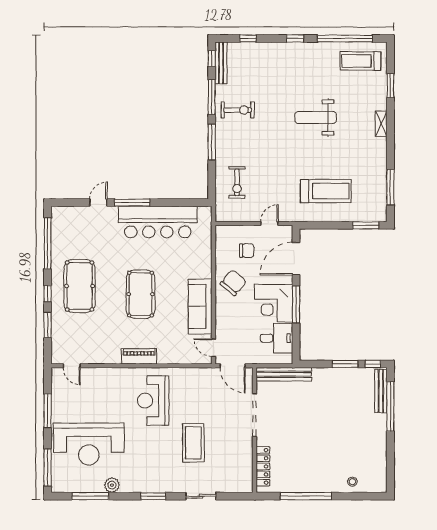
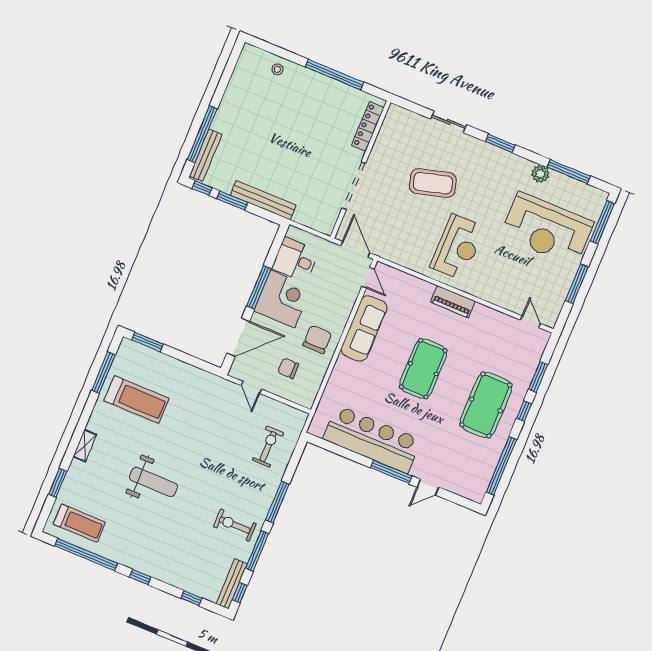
treadmill: (326, 191) -> (137, 400), moved, turned 180
door: (269, 224) -> (251, 387), hinge flipped
chair: (233, 283) -> (317, 339), turned 140
bench: (284, 374) -> (263, 200), moved
coffee table: (193, 443) -> (433, 183), turned 75
reception desk: (89, 444) -> (547, 229), turned 180

